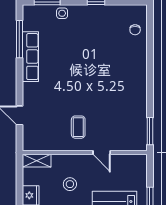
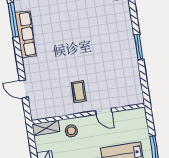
window: (150, 131) -> (139, 47), moved
stool: (70, 184) -> (71, 131), moved

